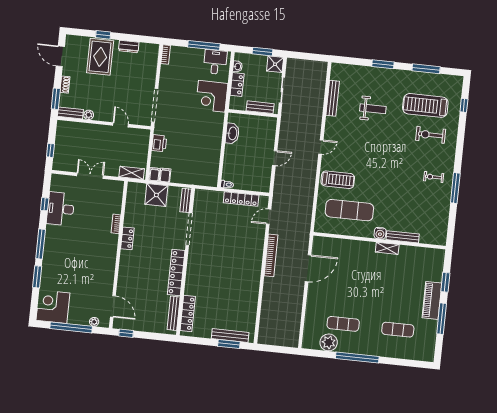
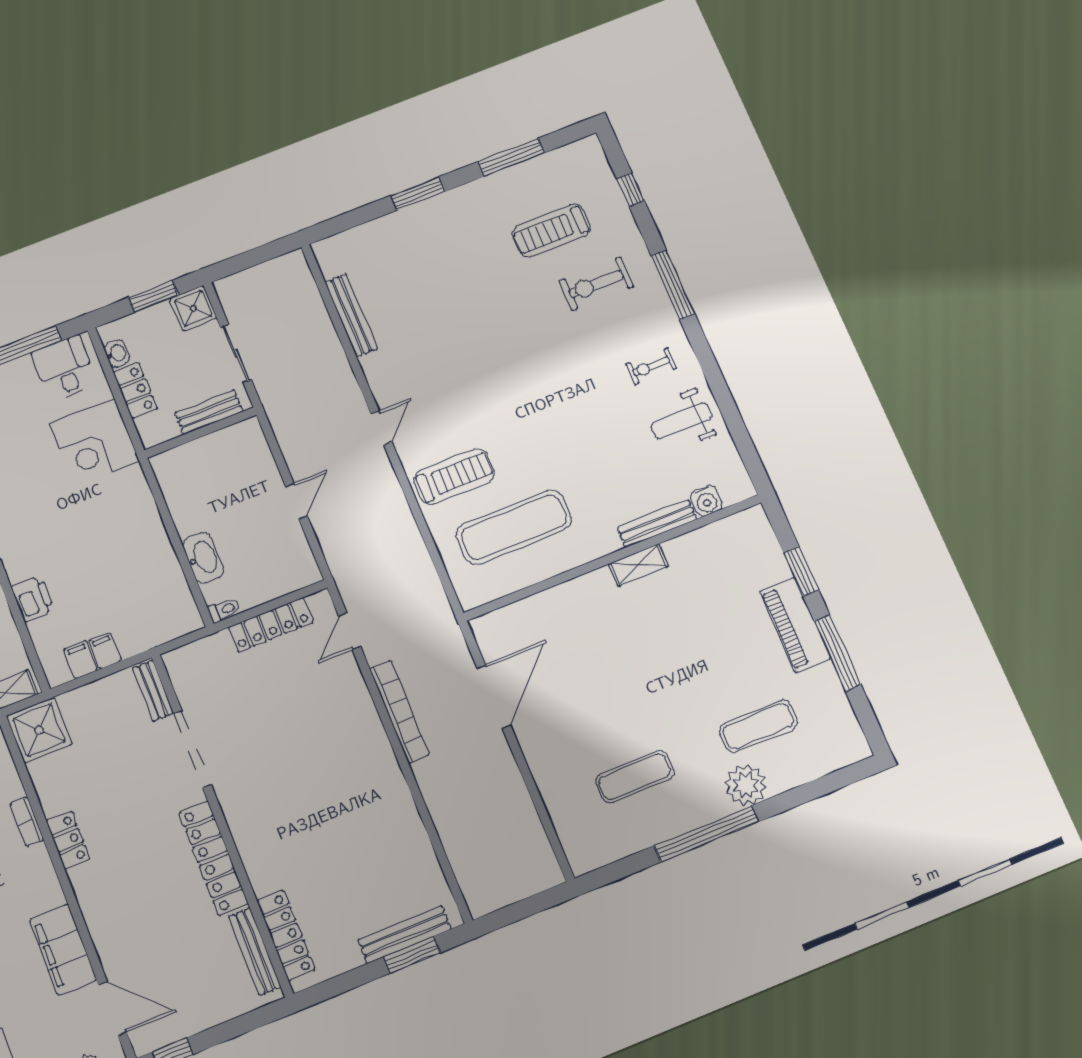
treadmill: (425, 105) -> (551, 231), width x0.73, depth x0.73
weight bench: (373, 109) -> (681, 421), moved, turned 180
washbasin: (232, 133) -> (203, 558), moved
filing cabinet: (154, 174) -> (105, 651), moved
window: (455, 188) -> (673, 285), moved
shower: (156, 195) -> (39, 730), moved
water cooler: (380, 233) -> (706, 501), moved
filing cabinet: (106, 276) -> (63, 950), added
plant: (329, 342) -> (746, 785), moved

